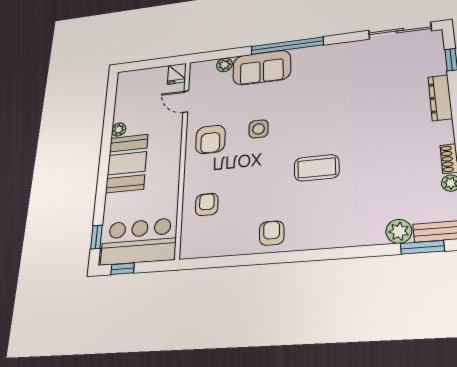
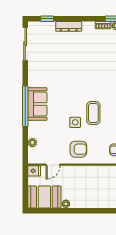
sofa: (262, 68) -> (37, 104), moved
booth: (127, 163) -> (44, 197), moved
coffee table: (317, 168) -> (93, 113), moved

